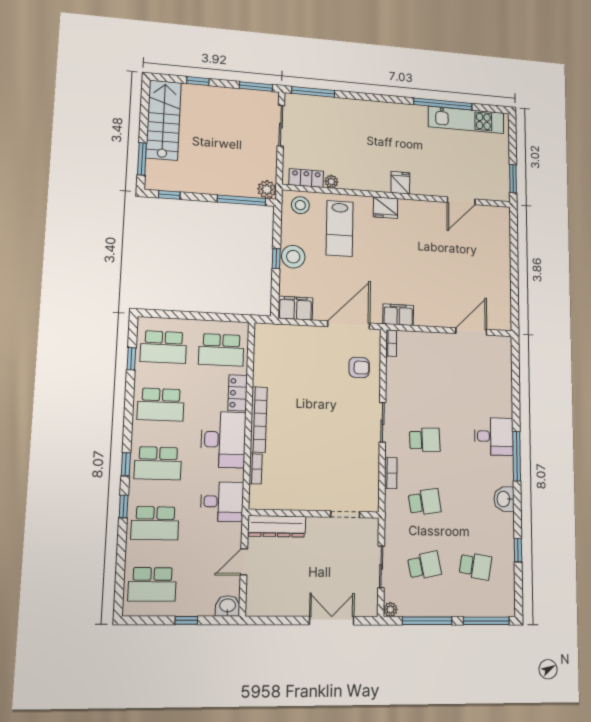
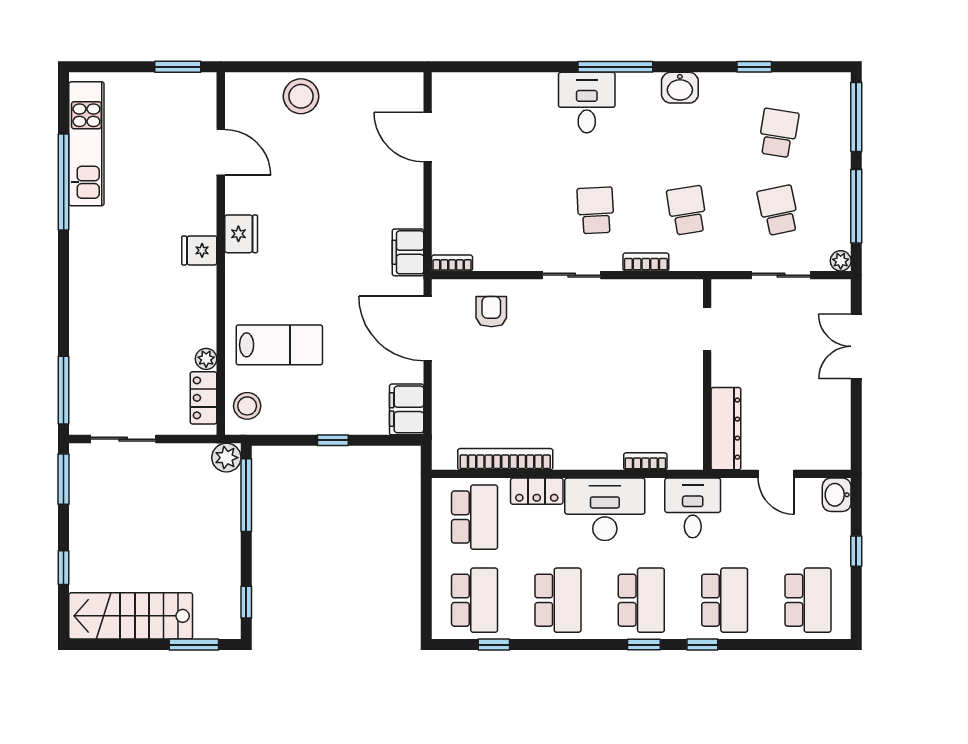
fridge: (385, 208) -> (241, 234), moved
stool: (293, 257) -> (301, 96), moved
bookcase: (259, 420) -> (505, 459), moved

